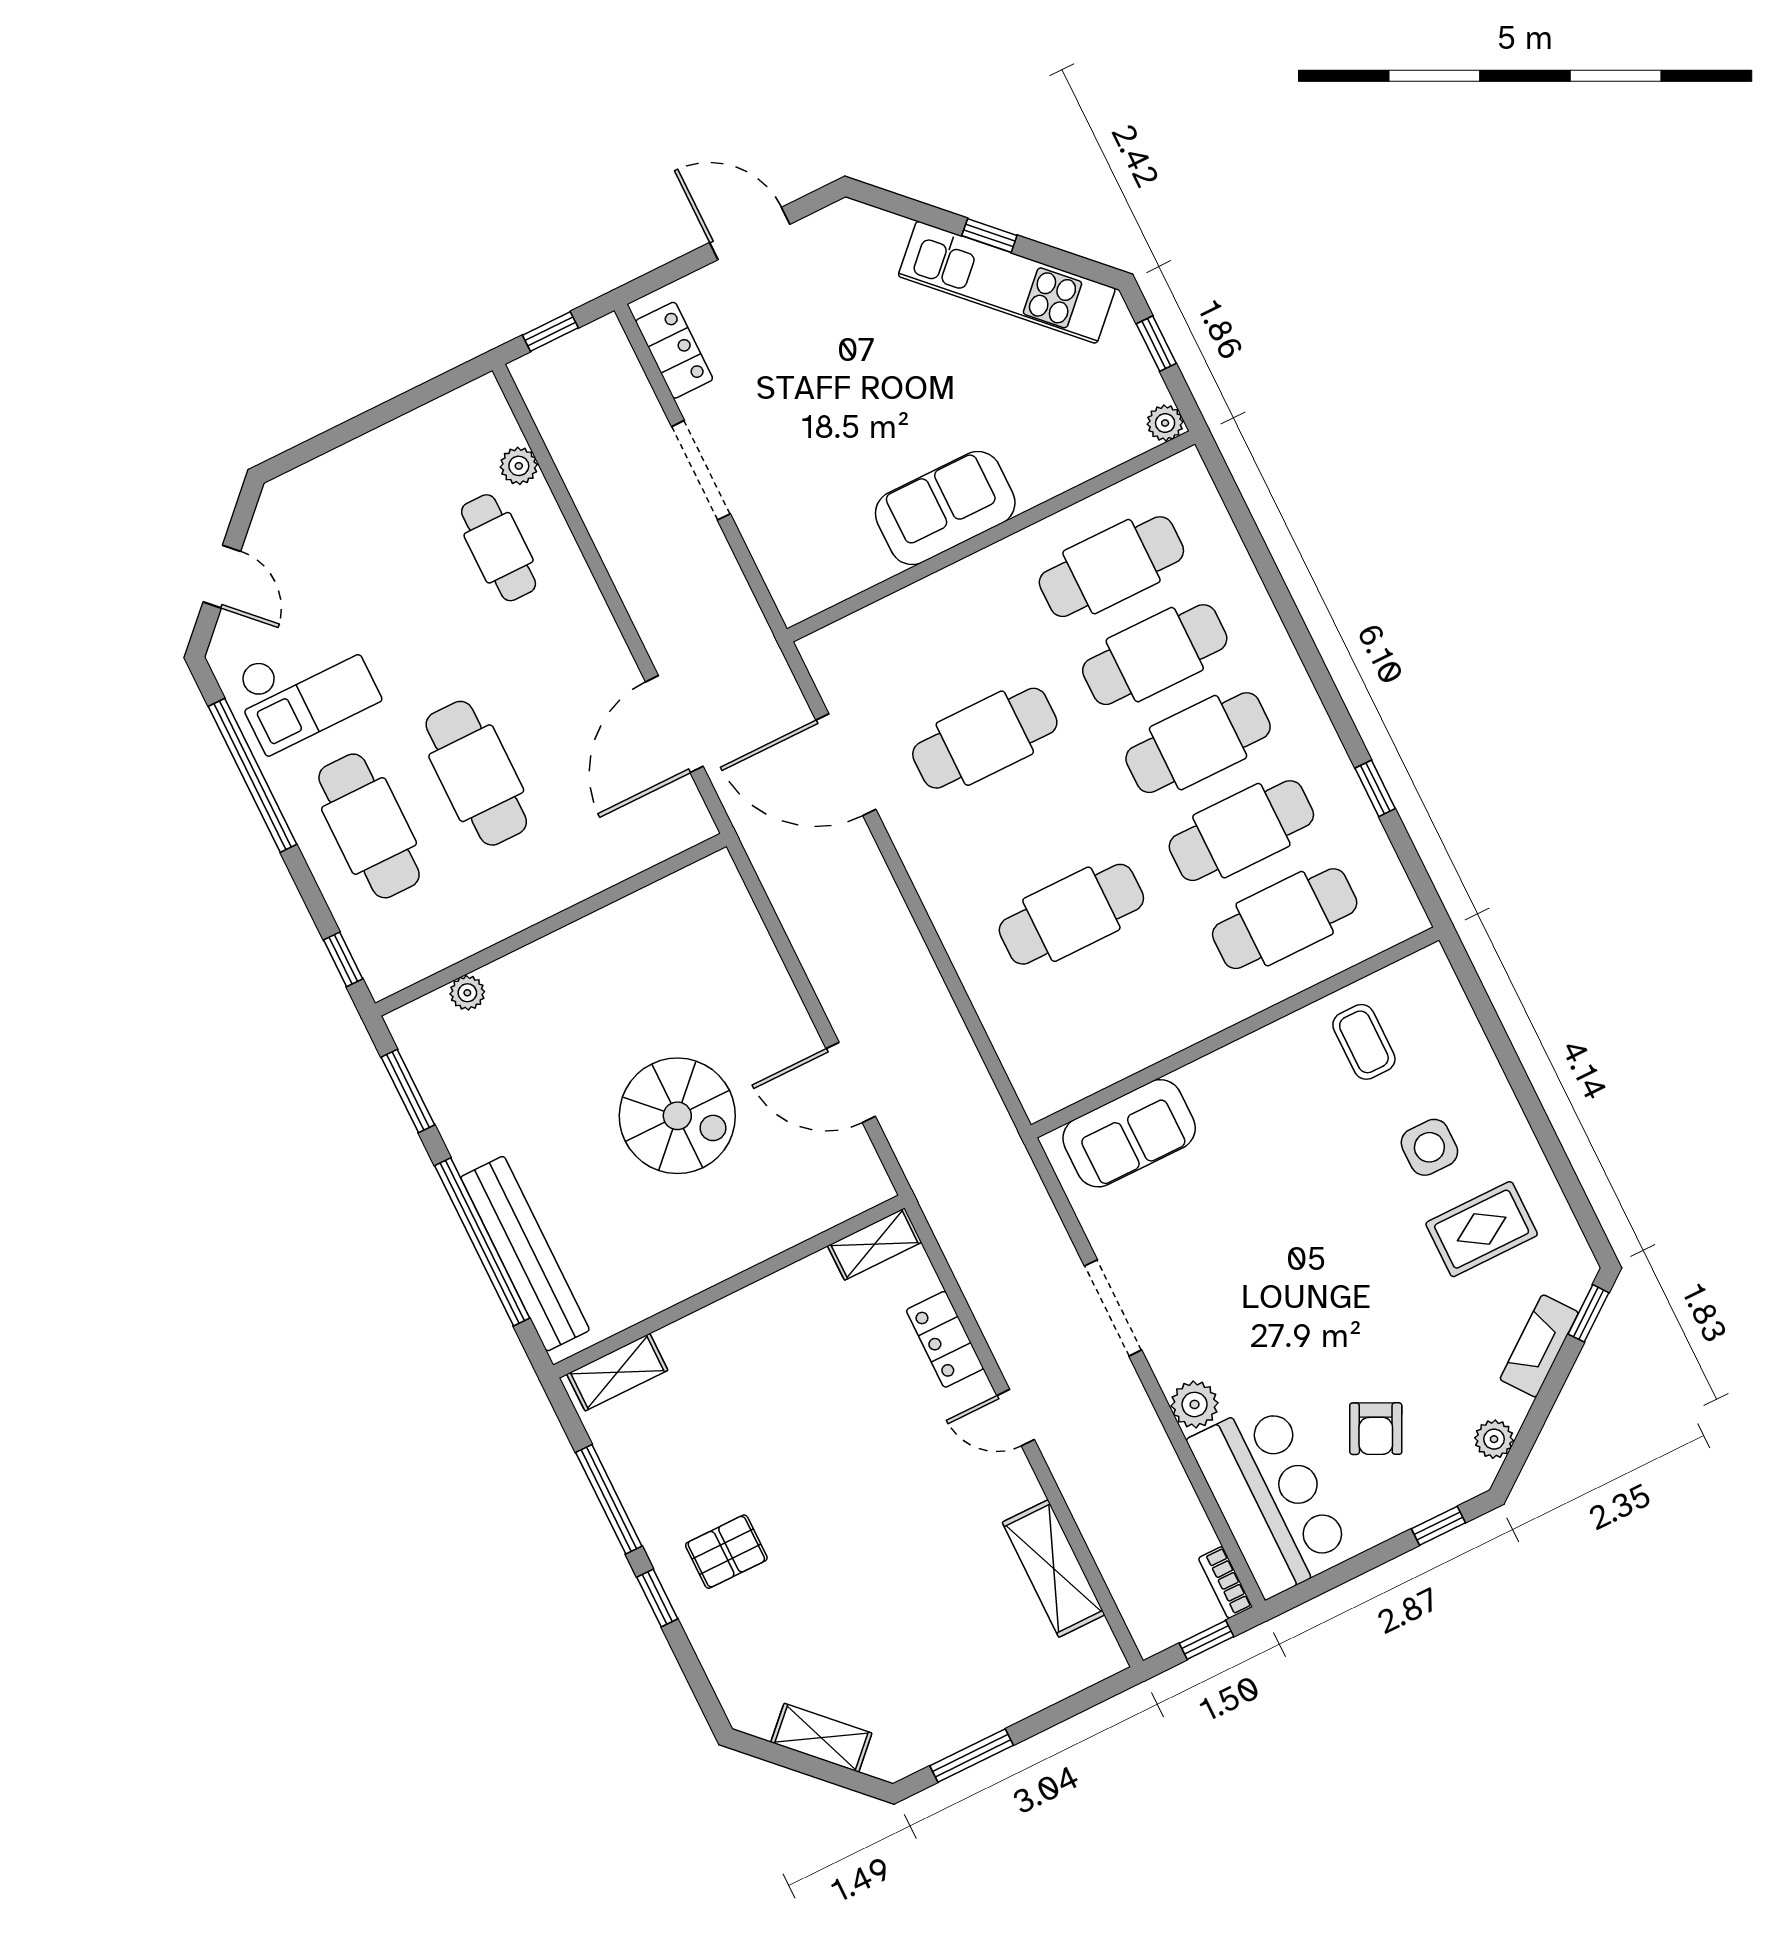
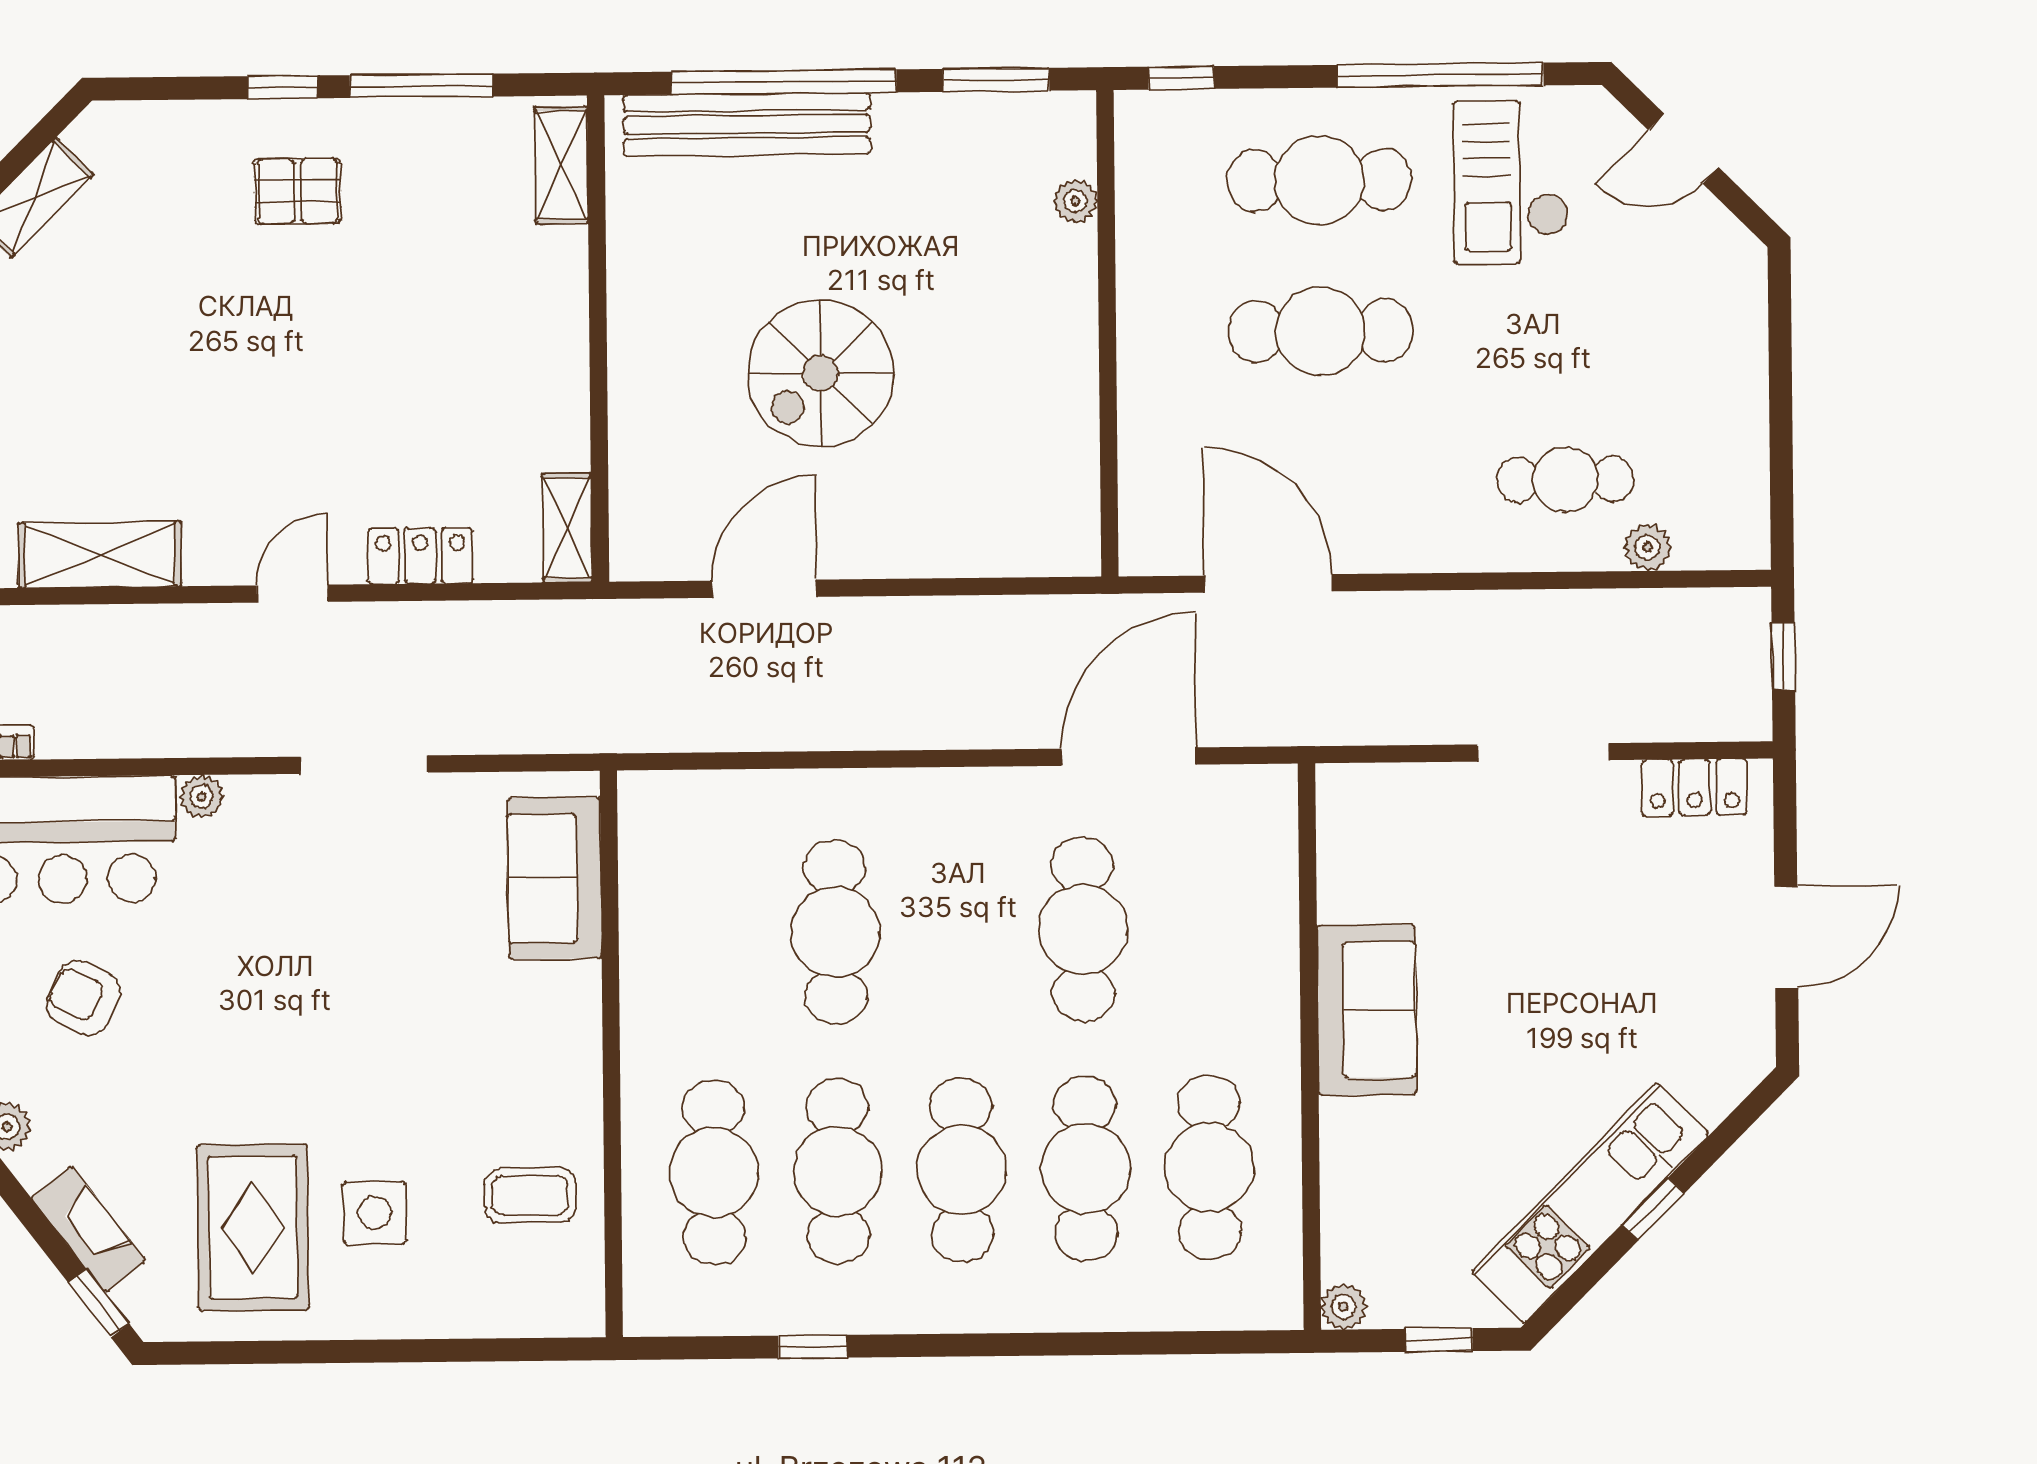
rug: (1482, 1229) -> (253, 1227), width x1.36, depth x1.43
plant: (1195, 1404) -> (201, 797), width x0.73, depth x0.73
pallet: (726, 1552) -> (298, 191), turned 90

